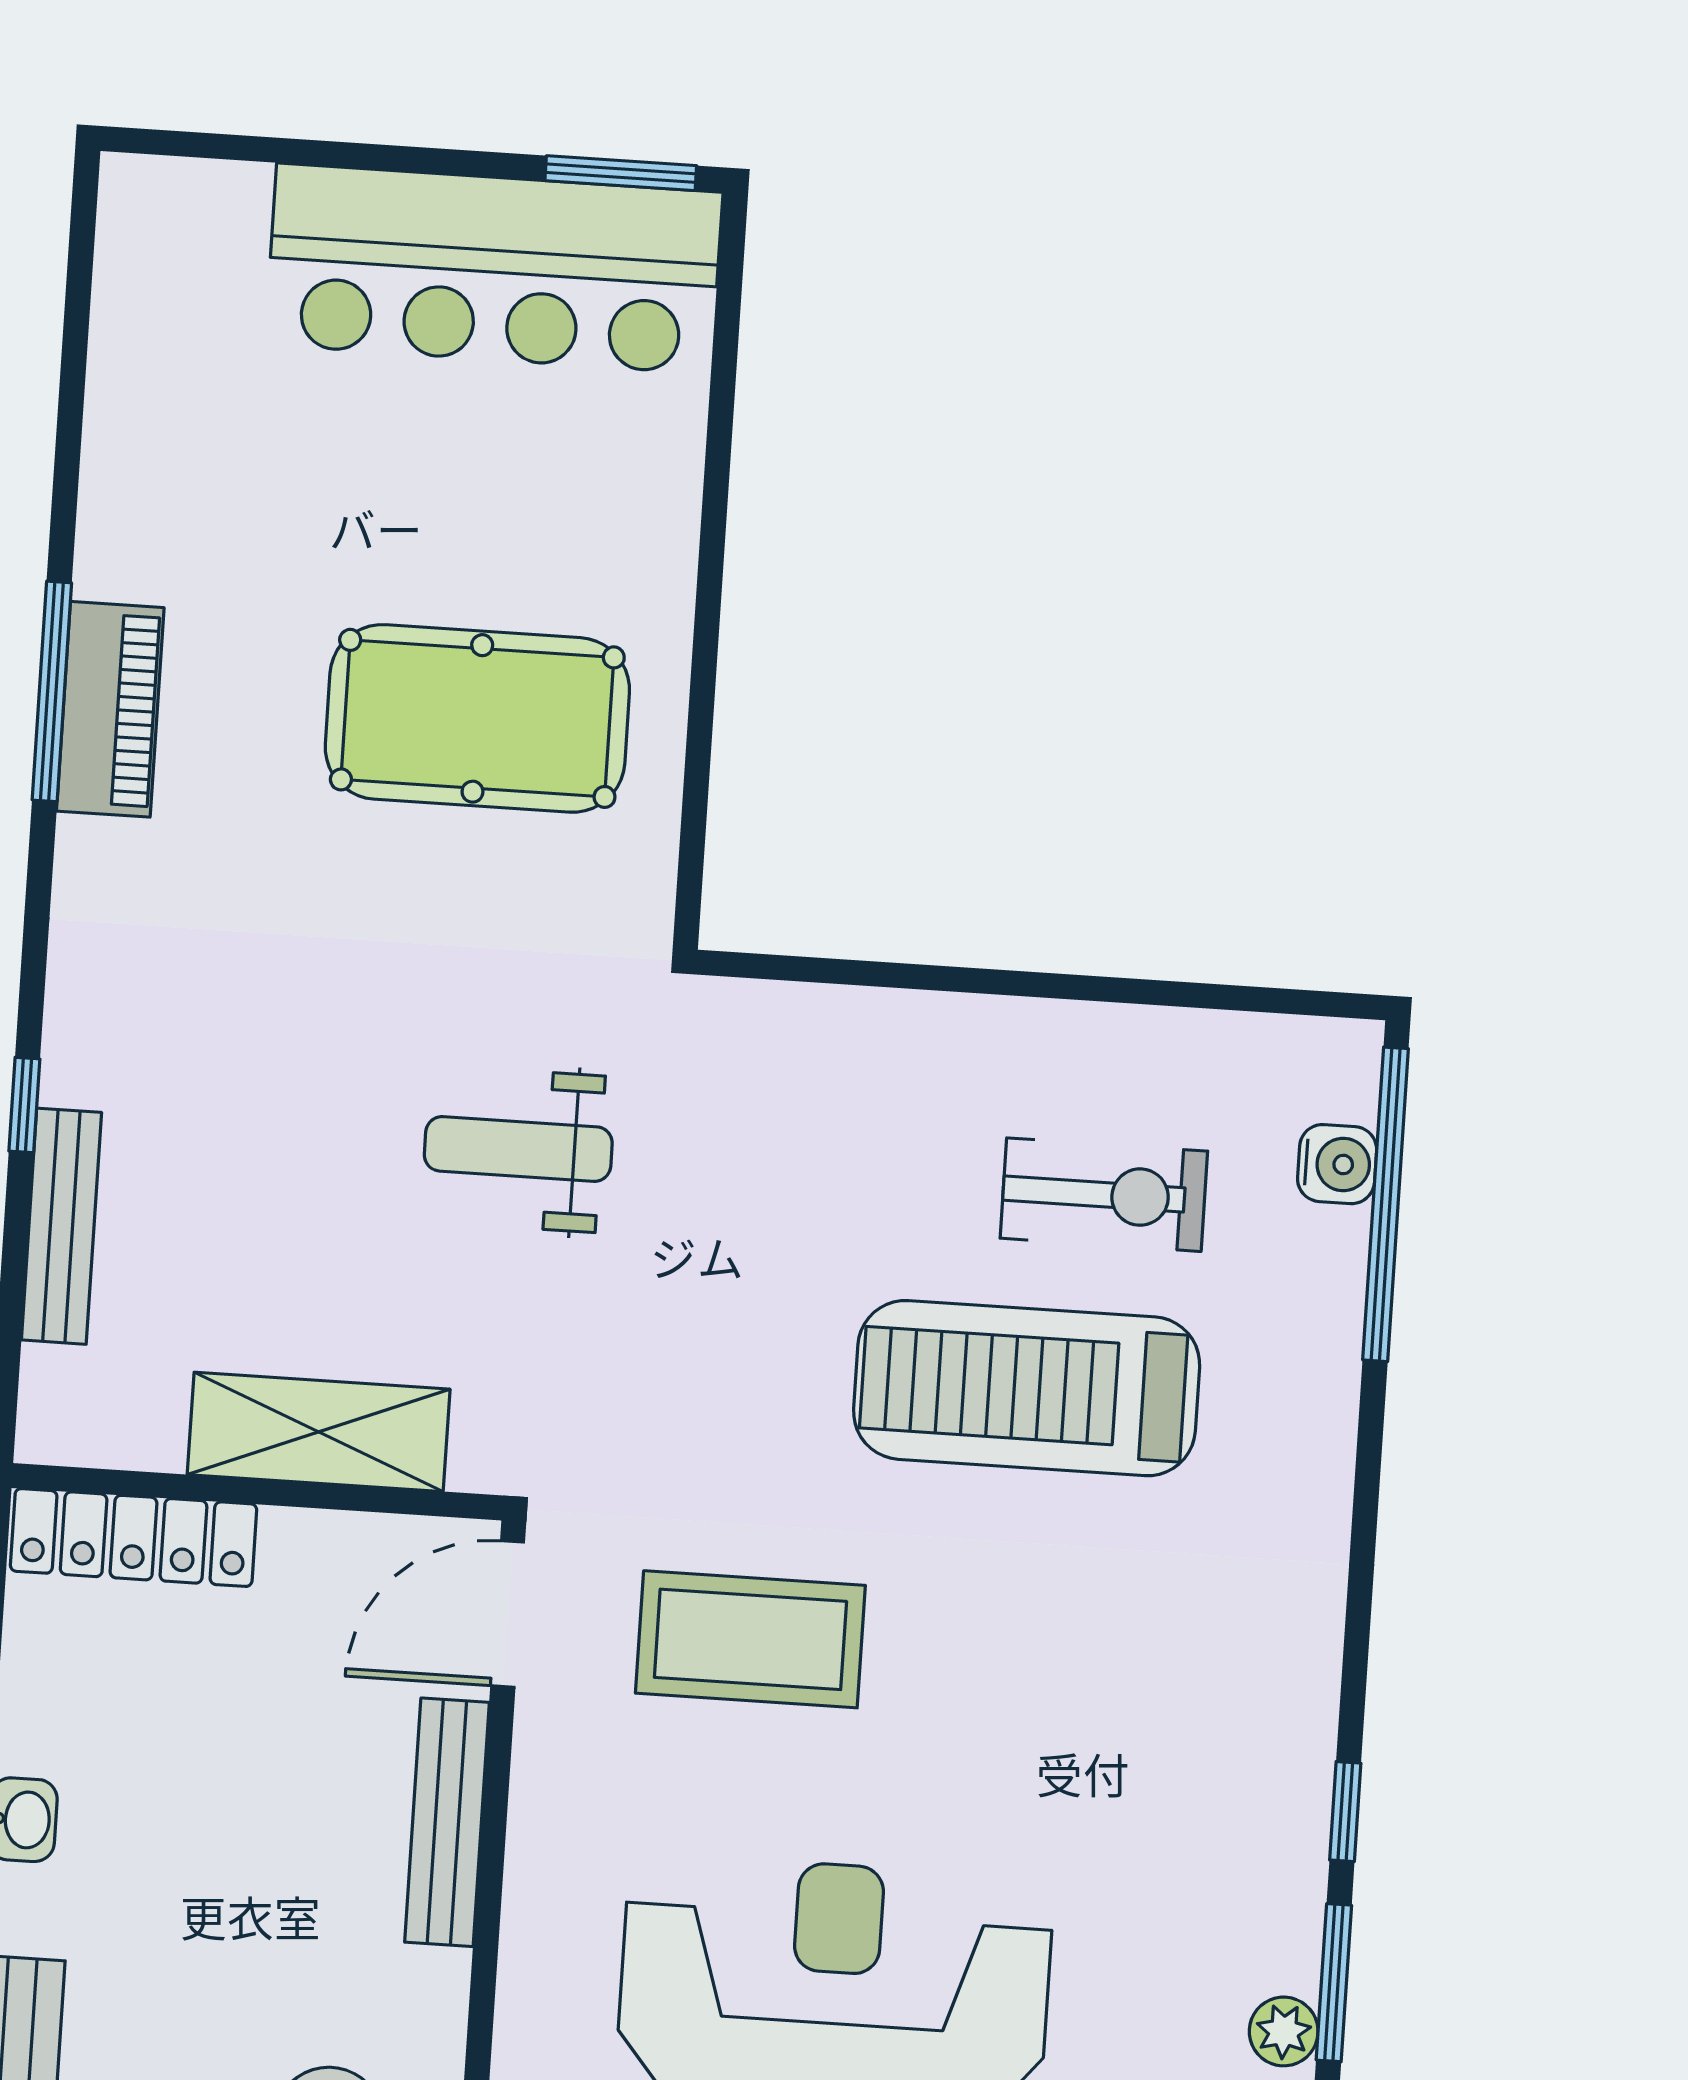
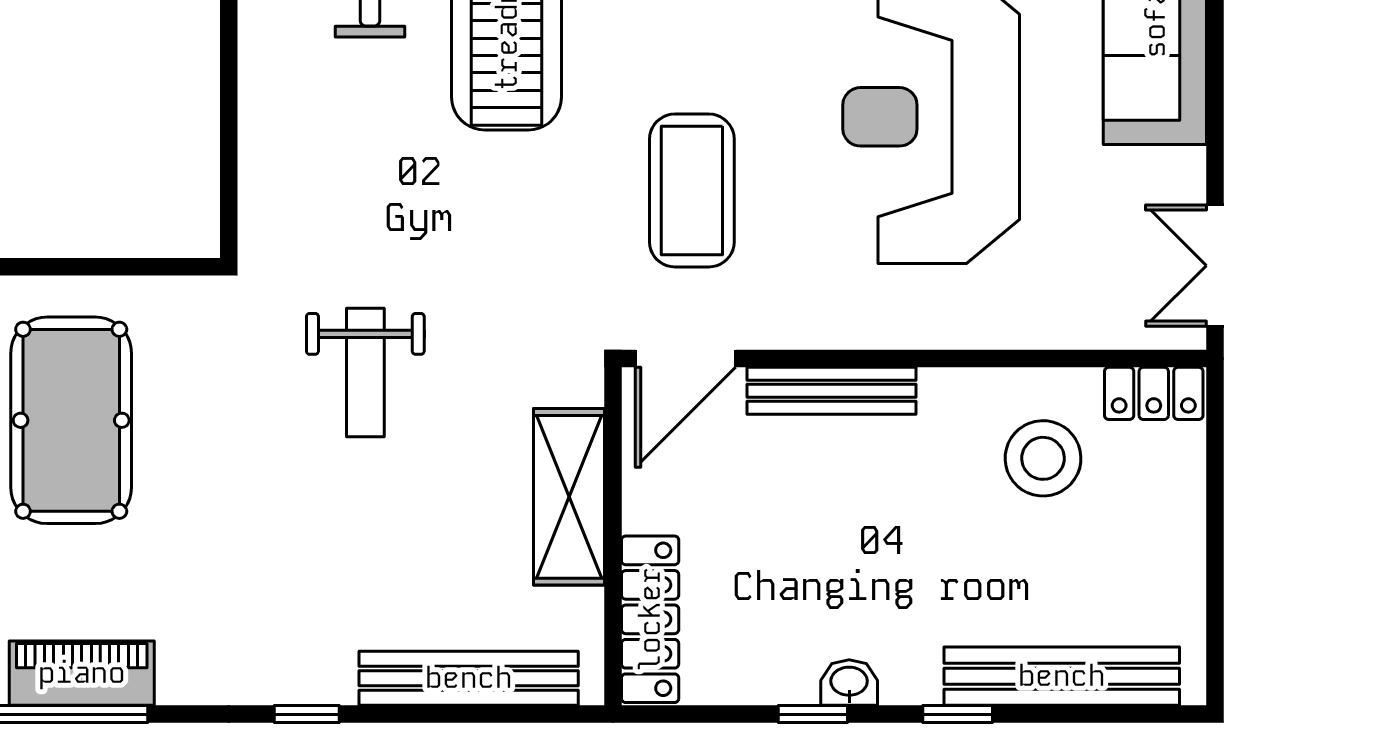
window: (24, 1105) -> (307, 714), moved
bench: (61, 1226) -> (469, 678), width x1.37, depth x1.21
door: (508, 1614) -> (685, 359), hinge flipped

